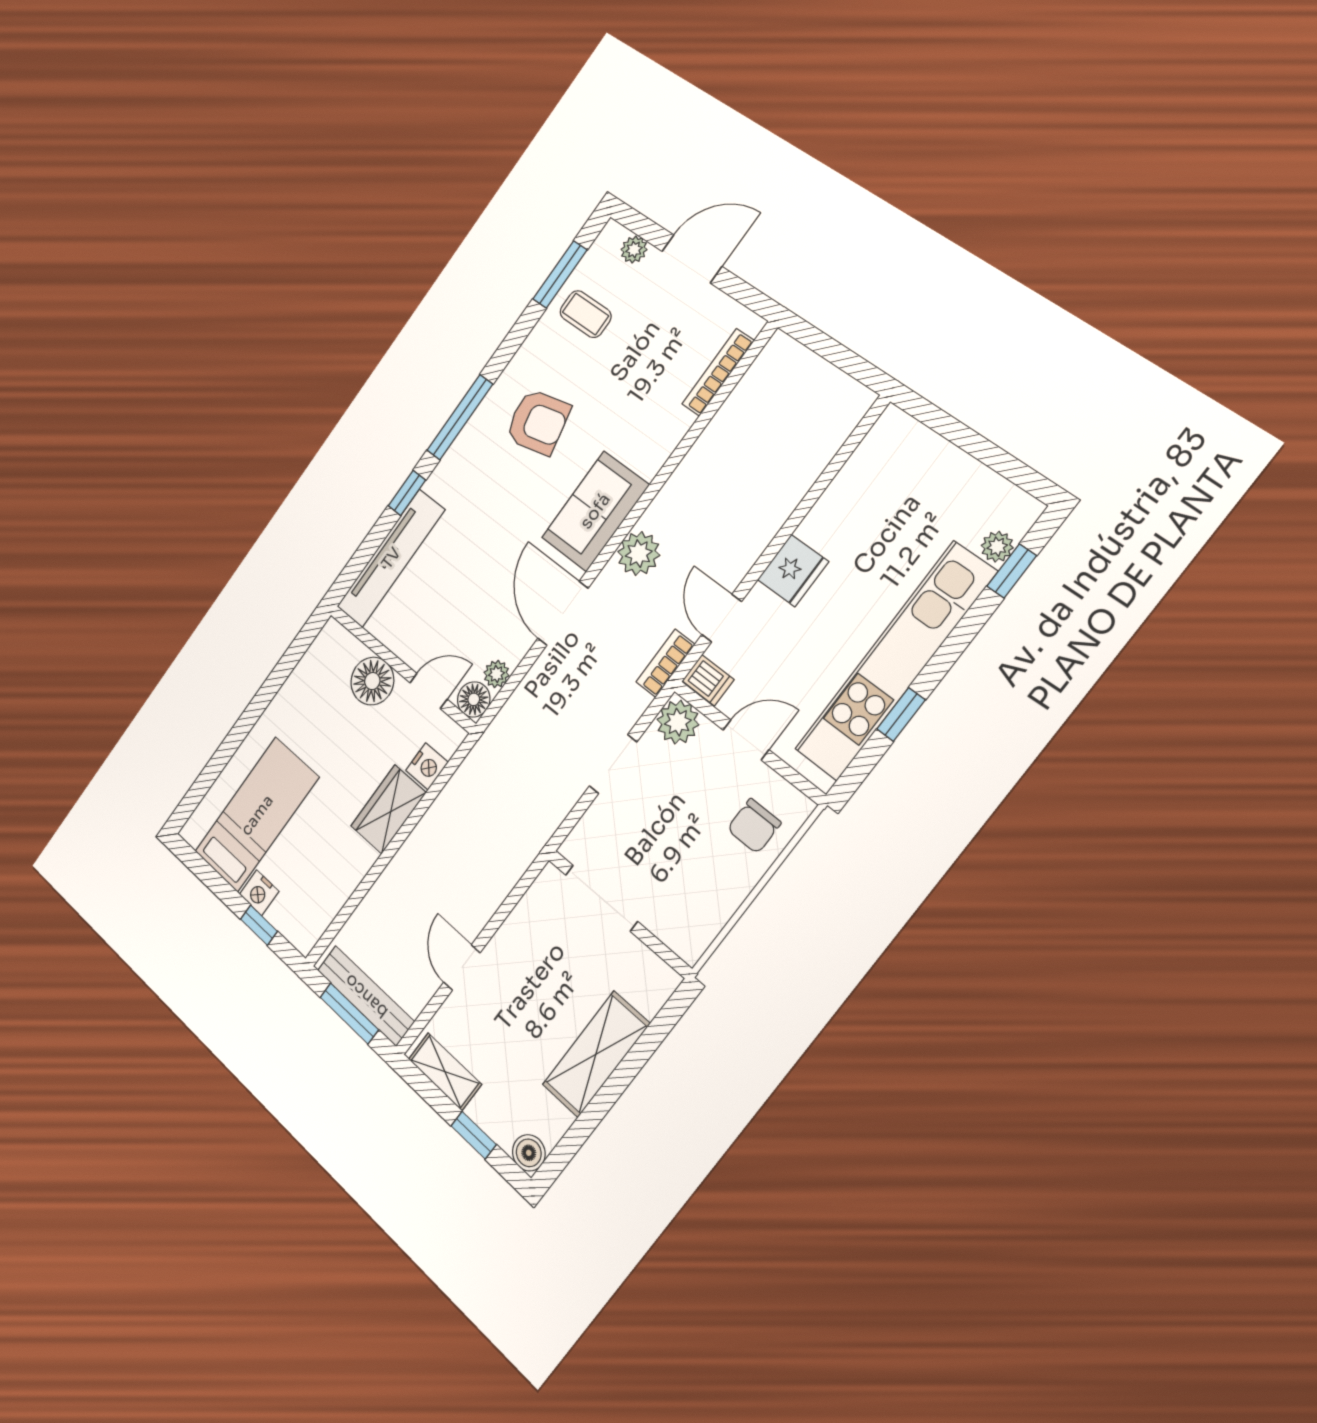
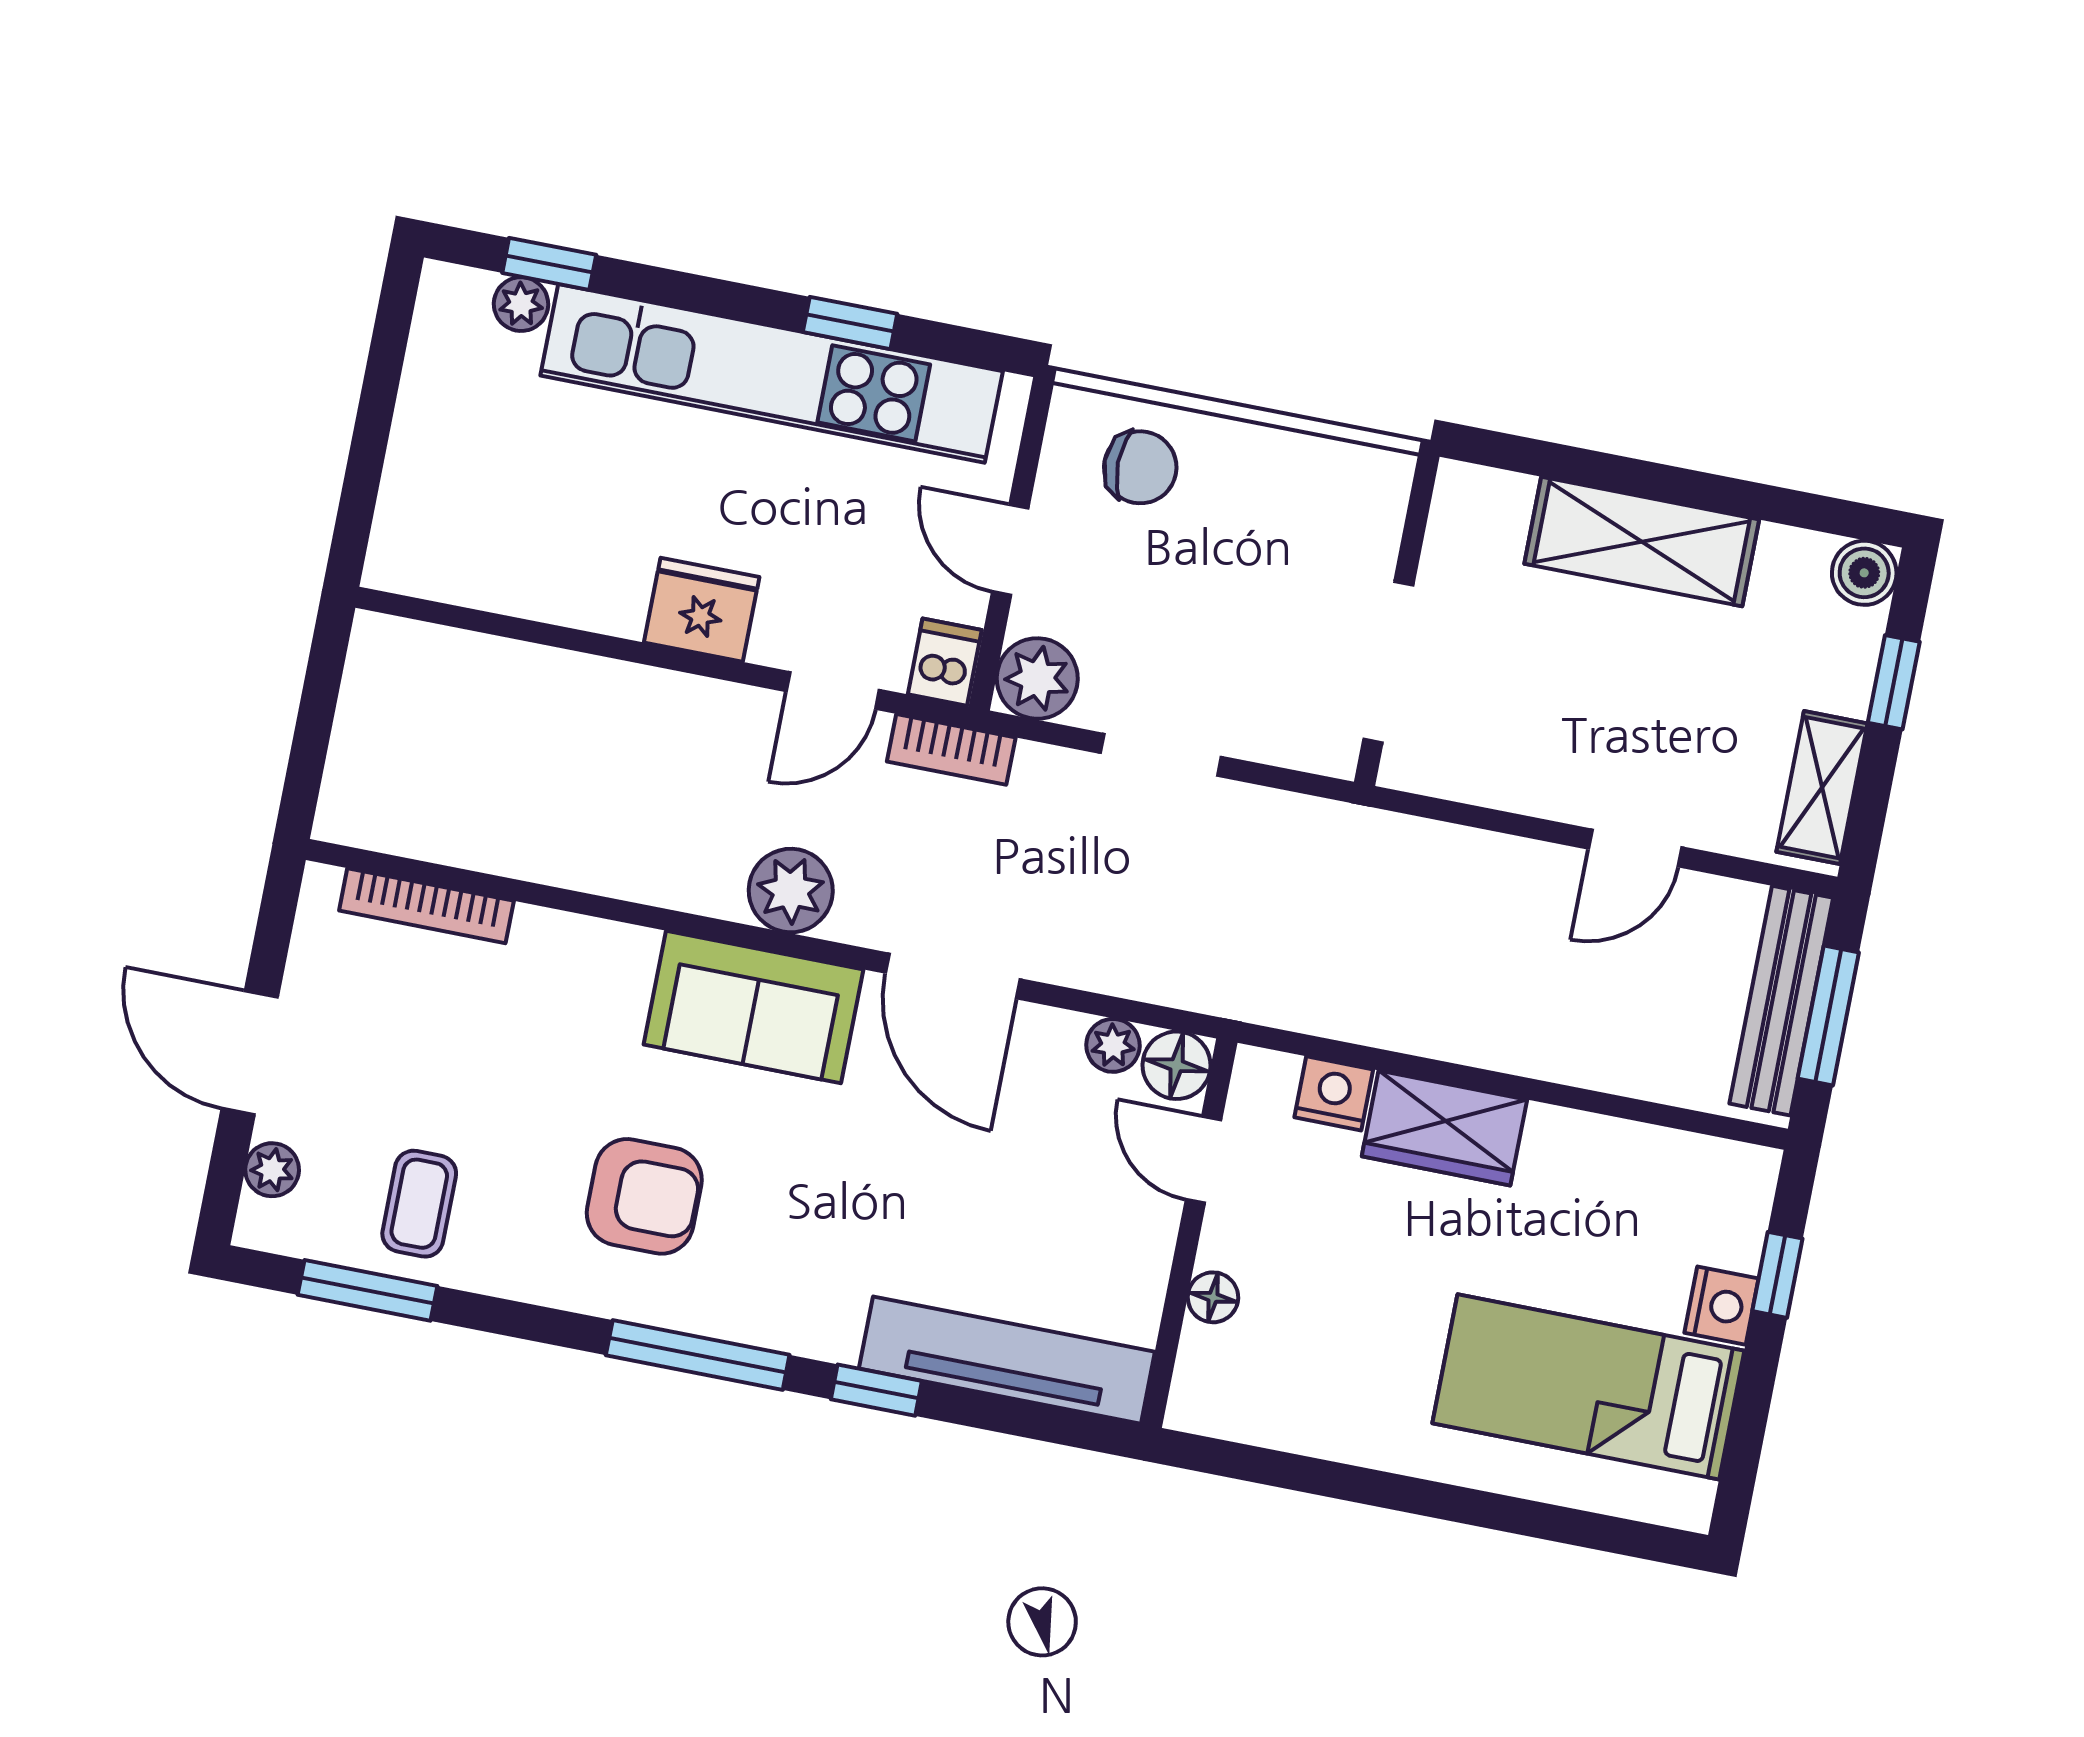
armchair: (538, 422) -> (644, 1196), turned 103
door: (563, 613) -> (953, 976), hinge flipped
floor lamp: (372, 681) -> (1213, 1297), width x0.53, depth x0.53

